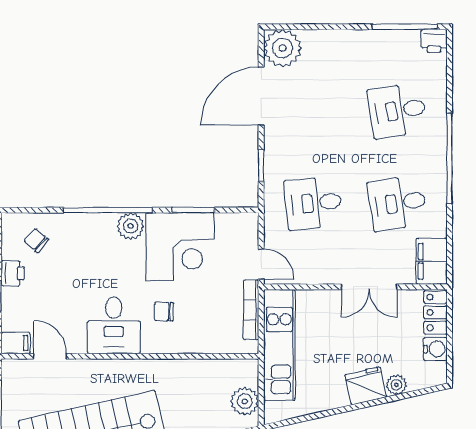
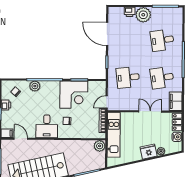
printer: (434, 41) -> (130, 12), moved
plant: (283, 48) -> (143, 15), moved
door: (261, 96) -> (107, 34), hinge flipped
plant: (131, 226) -> (35, 86), moved
door: (261, 264) -> (107, 102), swing flipped
double door: (369, 287) -> (150, 112), swing flipped
plant: (245, 401) -> (100, 146), moved

